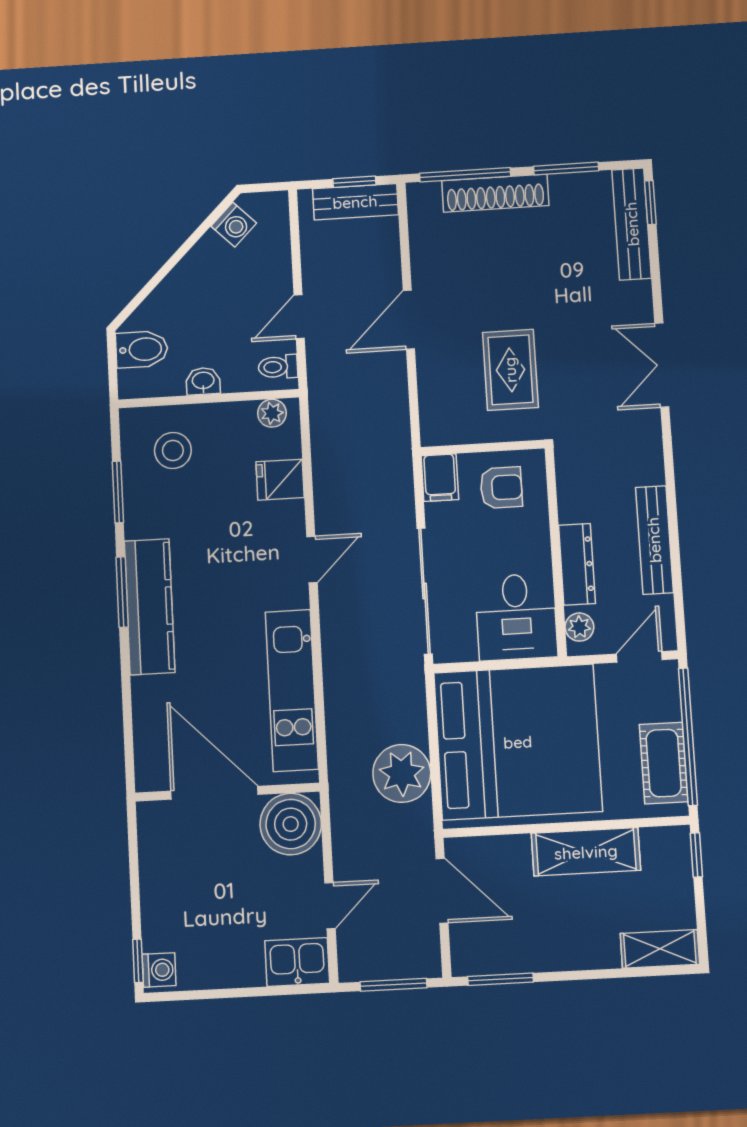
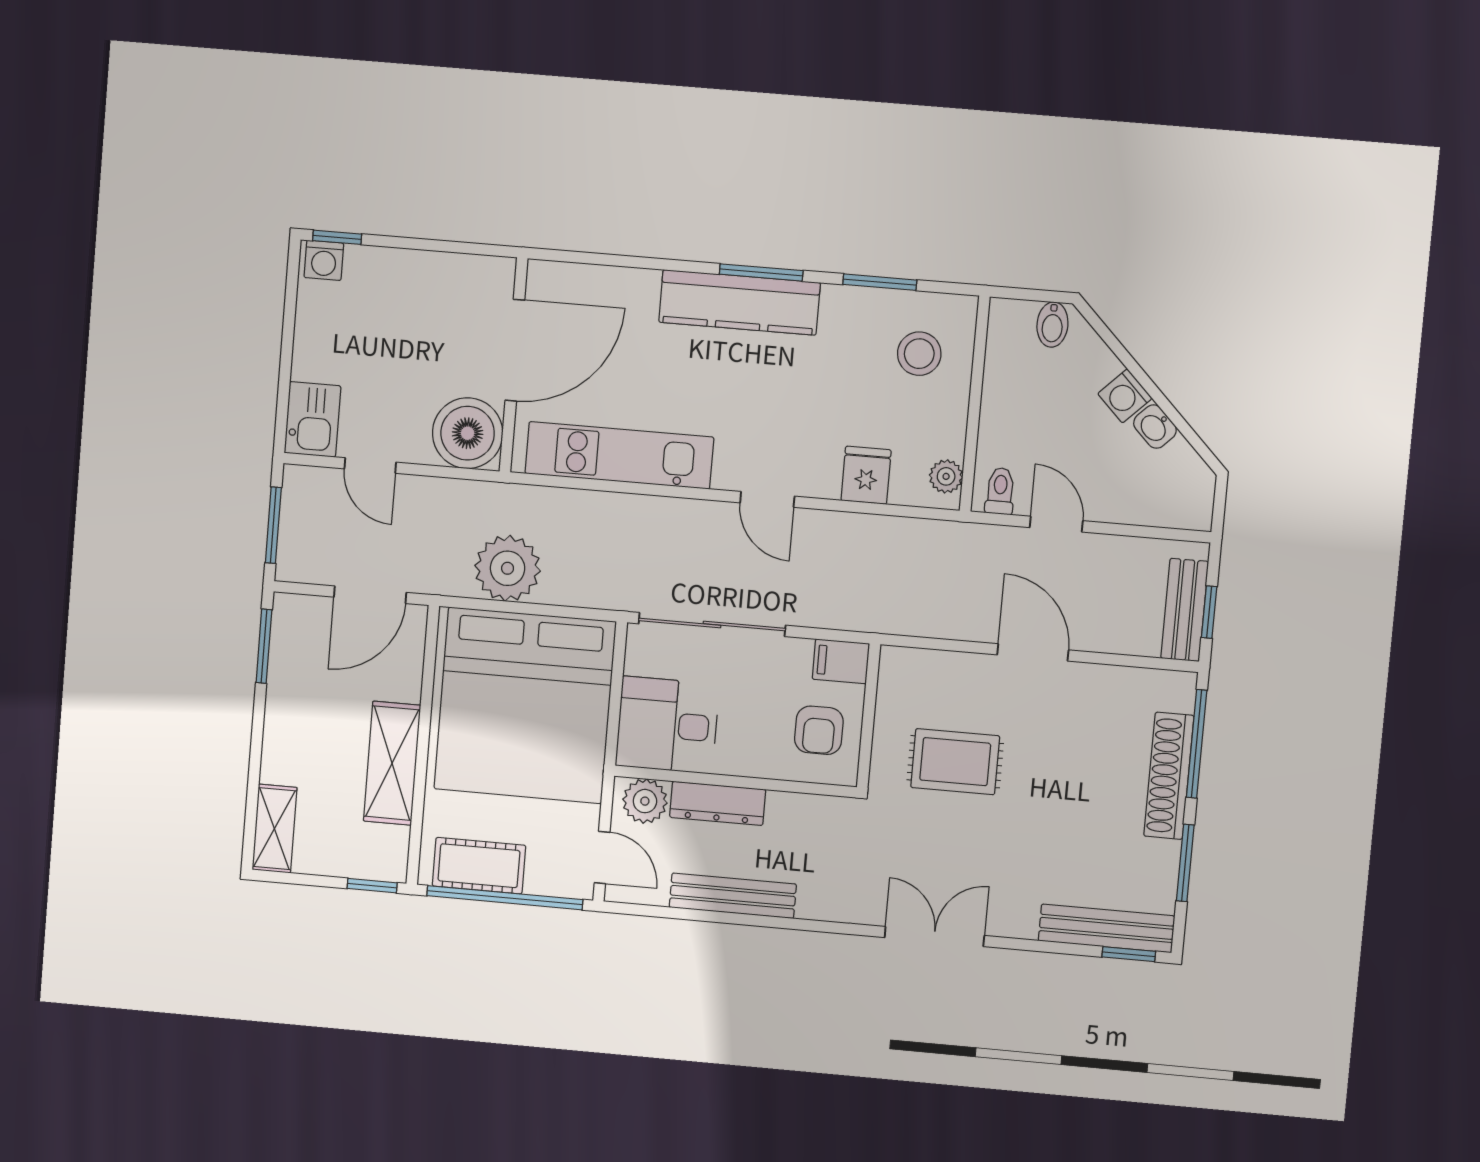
washing machine: (234, 225) -> (1125, 396), moved
bidet: (142, 349) -> (1052, 325), width x0.72, depth x0.74
washbasin: (203, 381) -> (1155, 427), moved, turned 135
plant: (579, 627) -> (645, 801), width x1.38, depth x1.38

